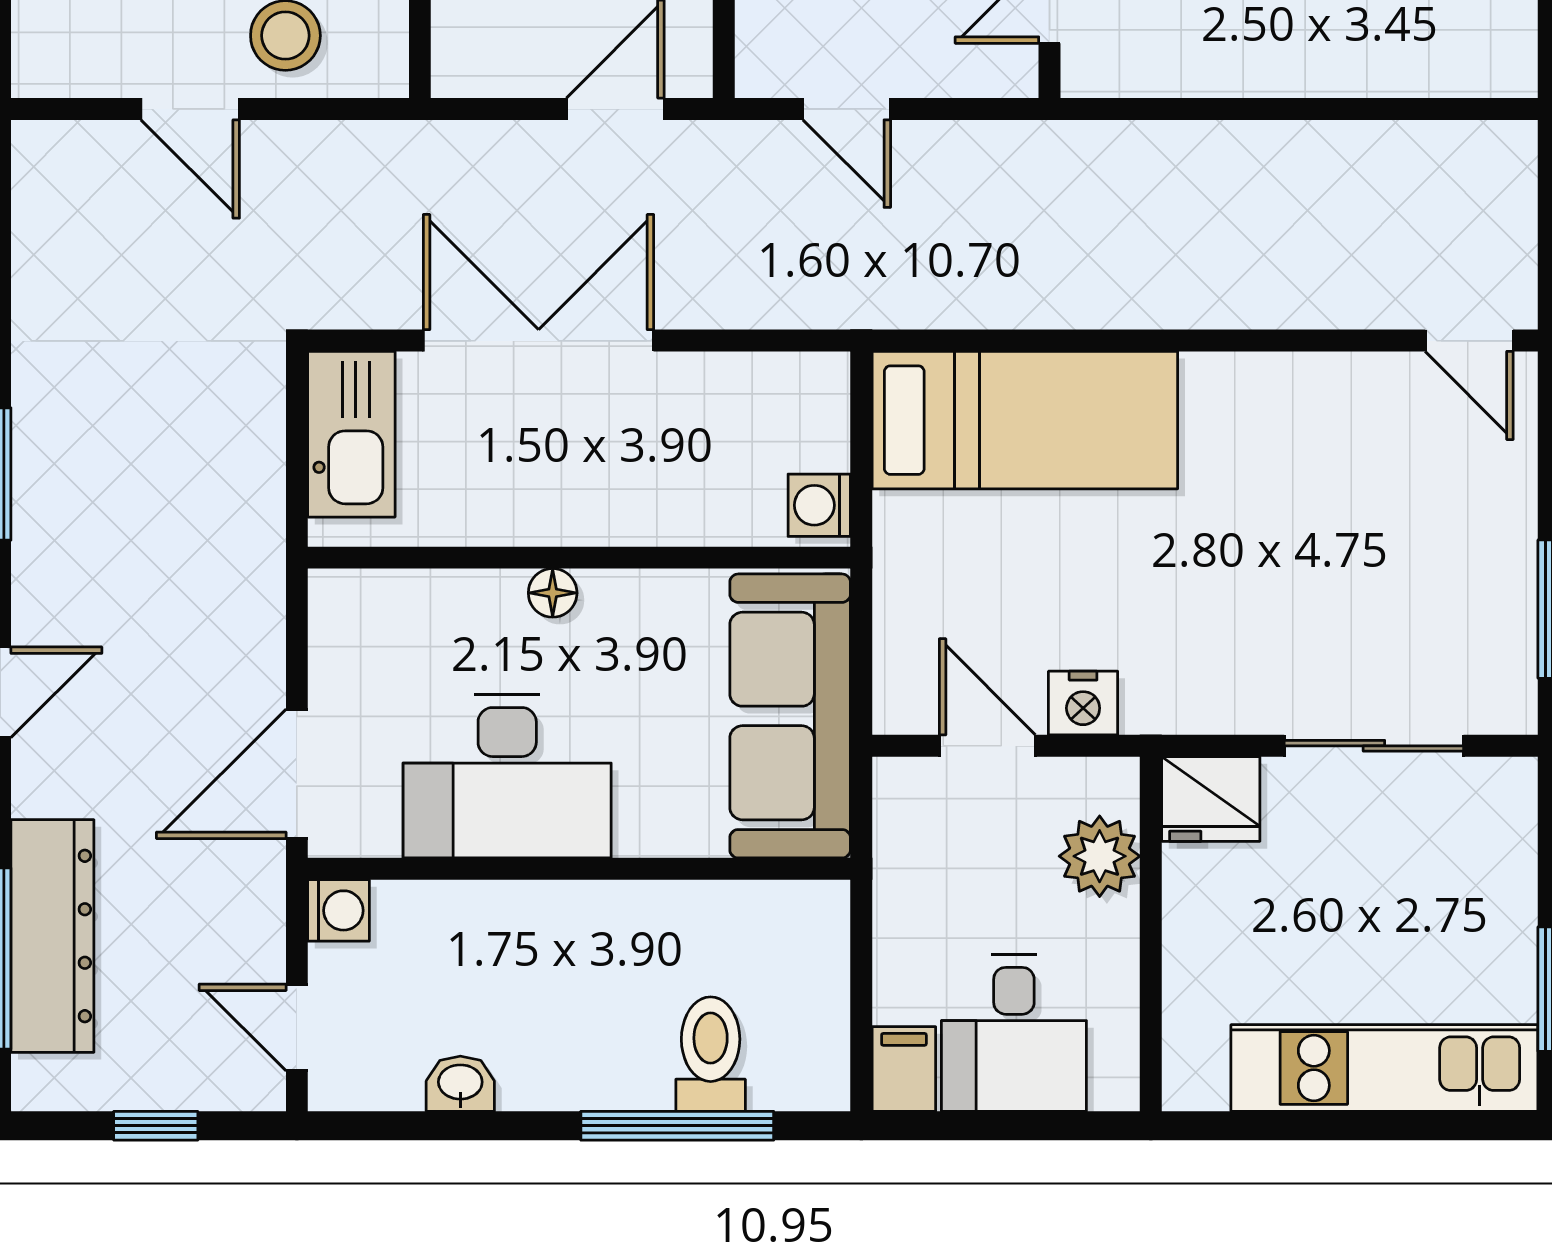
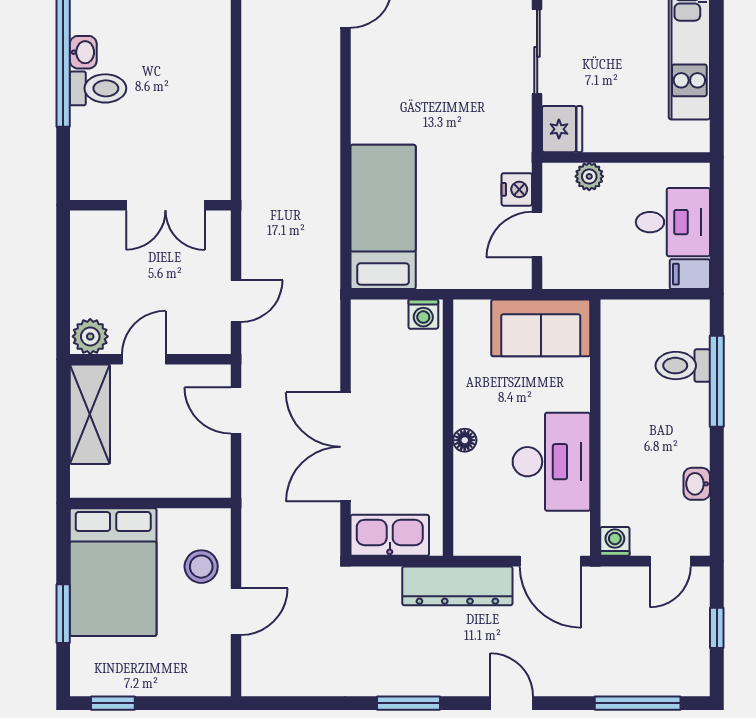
sofa: (790, 716) -> (541, 328), width x0.73
plant: (1100, 856) -> (589, 176), width x0.73, depth x0.73
dresser: (52, 936) -> (457, 586), moved, turned 180

